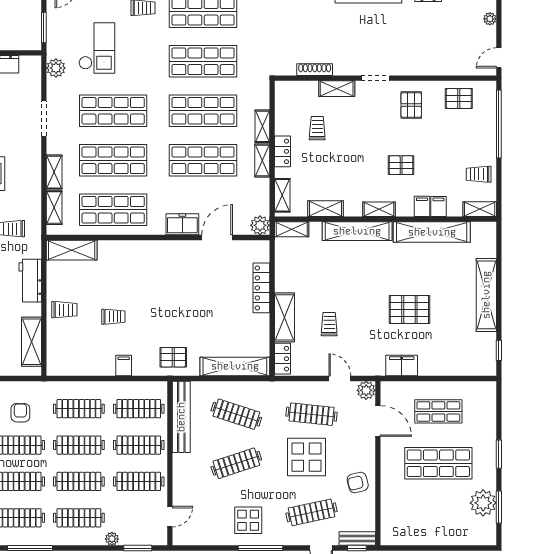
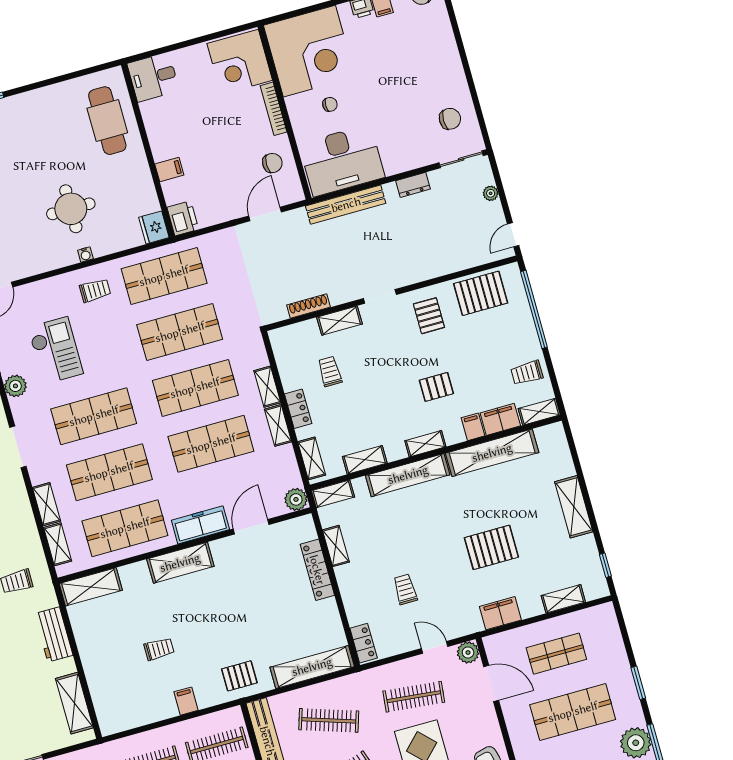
pallet: (459, 99) -> (481, 293), width x1.50, depth x1.42
filing cabinet: (438, 206) -> (500, 419), width x2.00
freezer: (182, 224) -> (200, 525), width x1.40
shelving: (151, 251) -> (180, 563), added
shelving: (486, 295) -> (574, 507), width x0.68
trolley: (64, 310) -> (101, 657), removed
shelving: (285, 317) -> (336, 546), moved, width x0.67, depth x0.75
shelving: (457, 368) -> (563, 599), added

